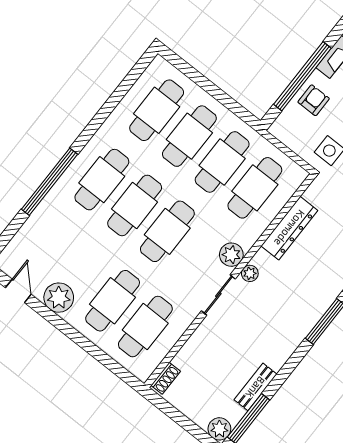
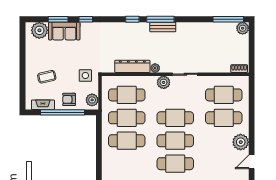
cafe table: (157, 110) -> (127, 164), removed
plant: (287, 133) -> (92, 100), added
plant: (250, 273) -> (155, 68), moved
bench: (255, 387) -> (163, 27), moved

